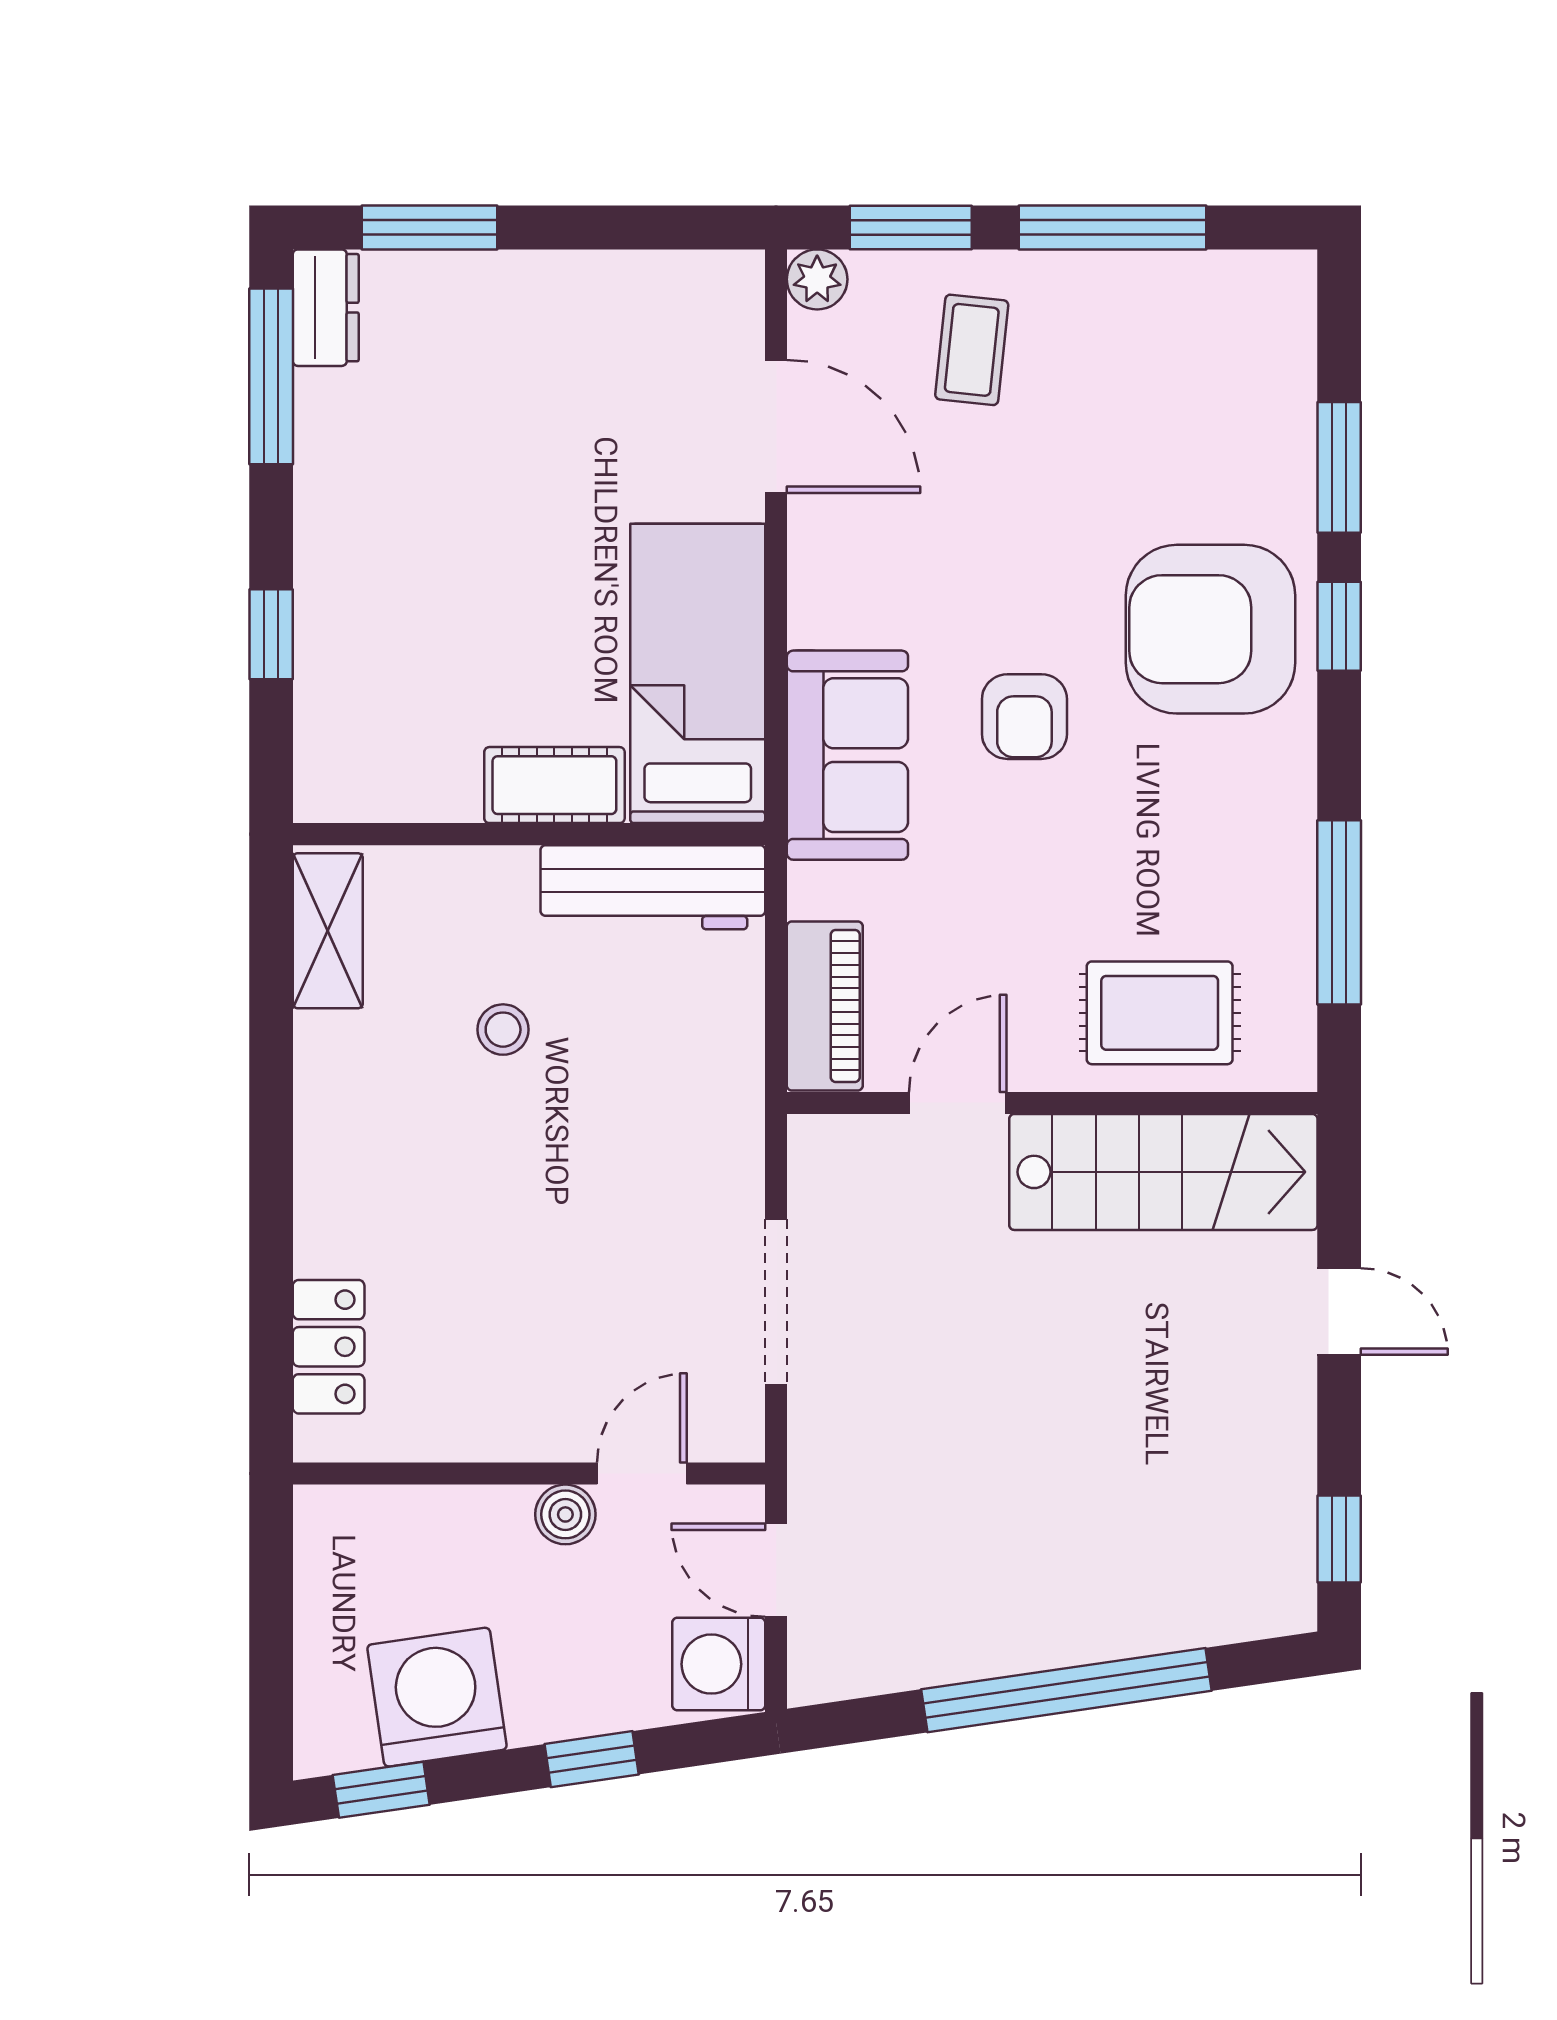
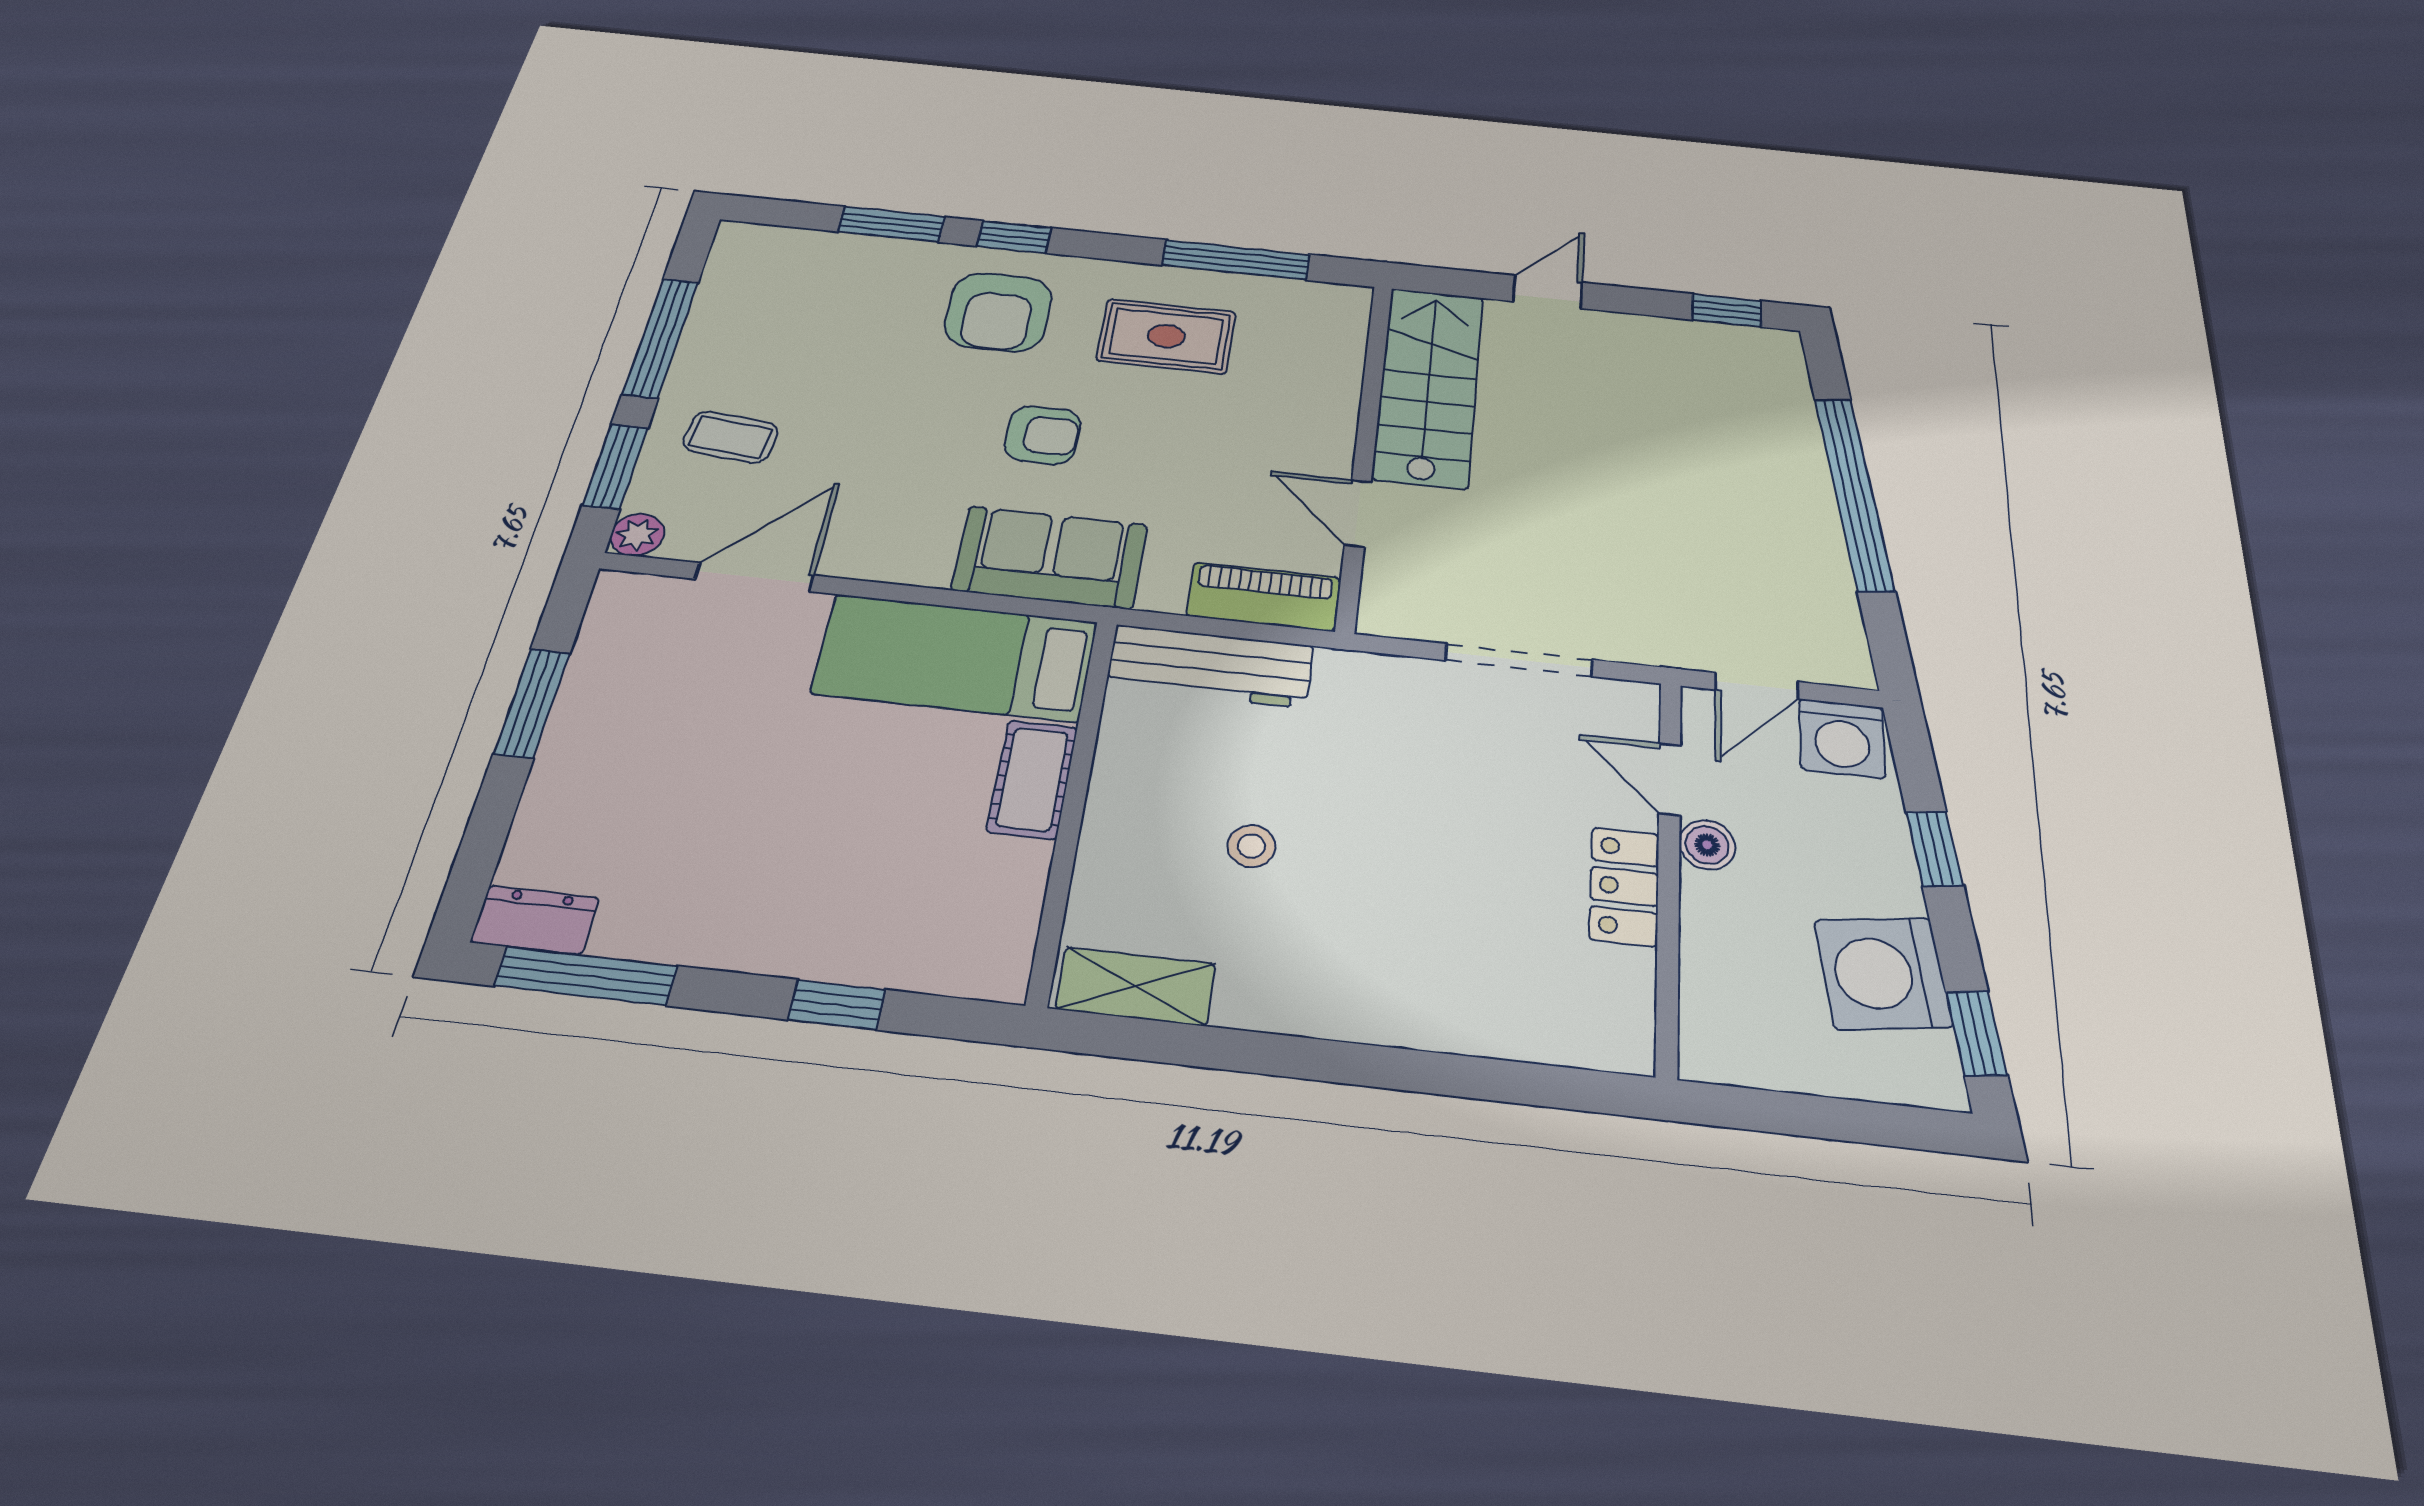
window: (429, 227) -> (532, 703), moved
armchair: (1211, 629) -> (998, 312), width x0.73, depth x0.73
workbench: (653, 887) -> (1210, 666), moved, turned 90
rug: (1160, 1013) -> (1166, 336), moved, turned 90
locker: (329, 1347) -> (1624, 886), moved, turned -90

